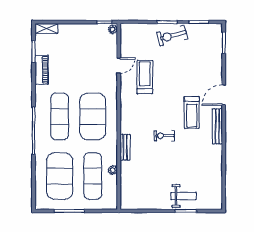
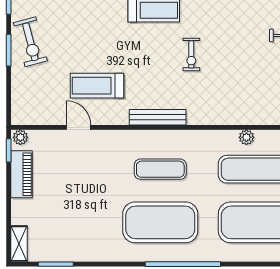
piano: (42, 70) -> (21, 174), moved, turned 90
exercise mat: (60, 116) -> (160, 222), width x1.47
exercise mat: (93, 116) -> (160, 169), width x0.50, depth x0.69
bench: (125, 147) -> (158, 117), moved, width x1.36

